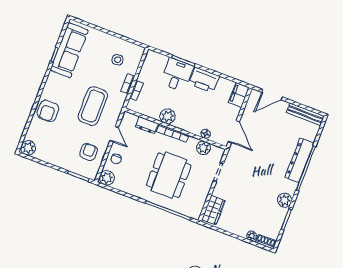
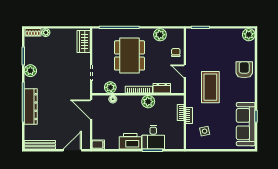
filing cabinet: (239, 95) -> (98, 145), width x0.50
armchair: (89, 152) -> (200, 50), removed
plant: (107, 178) -> (160, 35), moved

